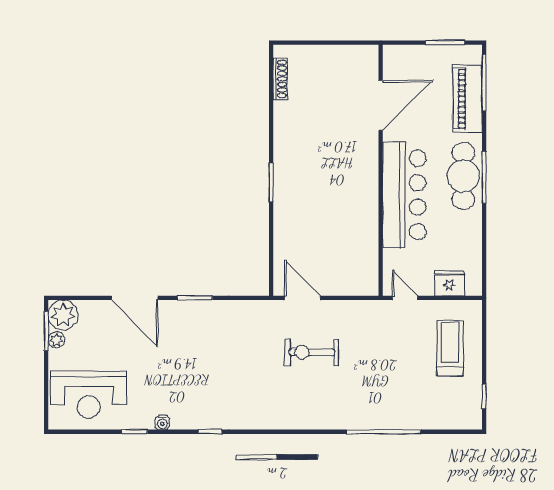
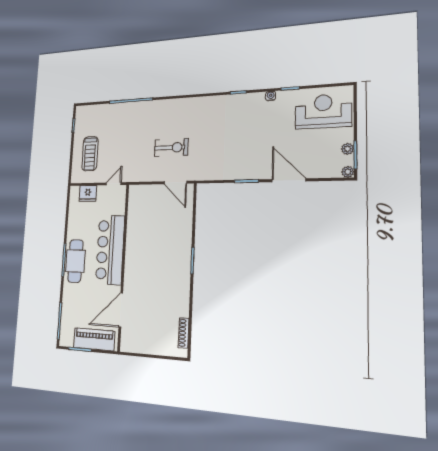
piano: (467, 99) -> (94, 339), moved, turned -90
door: (405, 298) -> (114, 184), swing flipped
plant: (63, 315) -> (348, 172), width x0.53, depth x0.53

